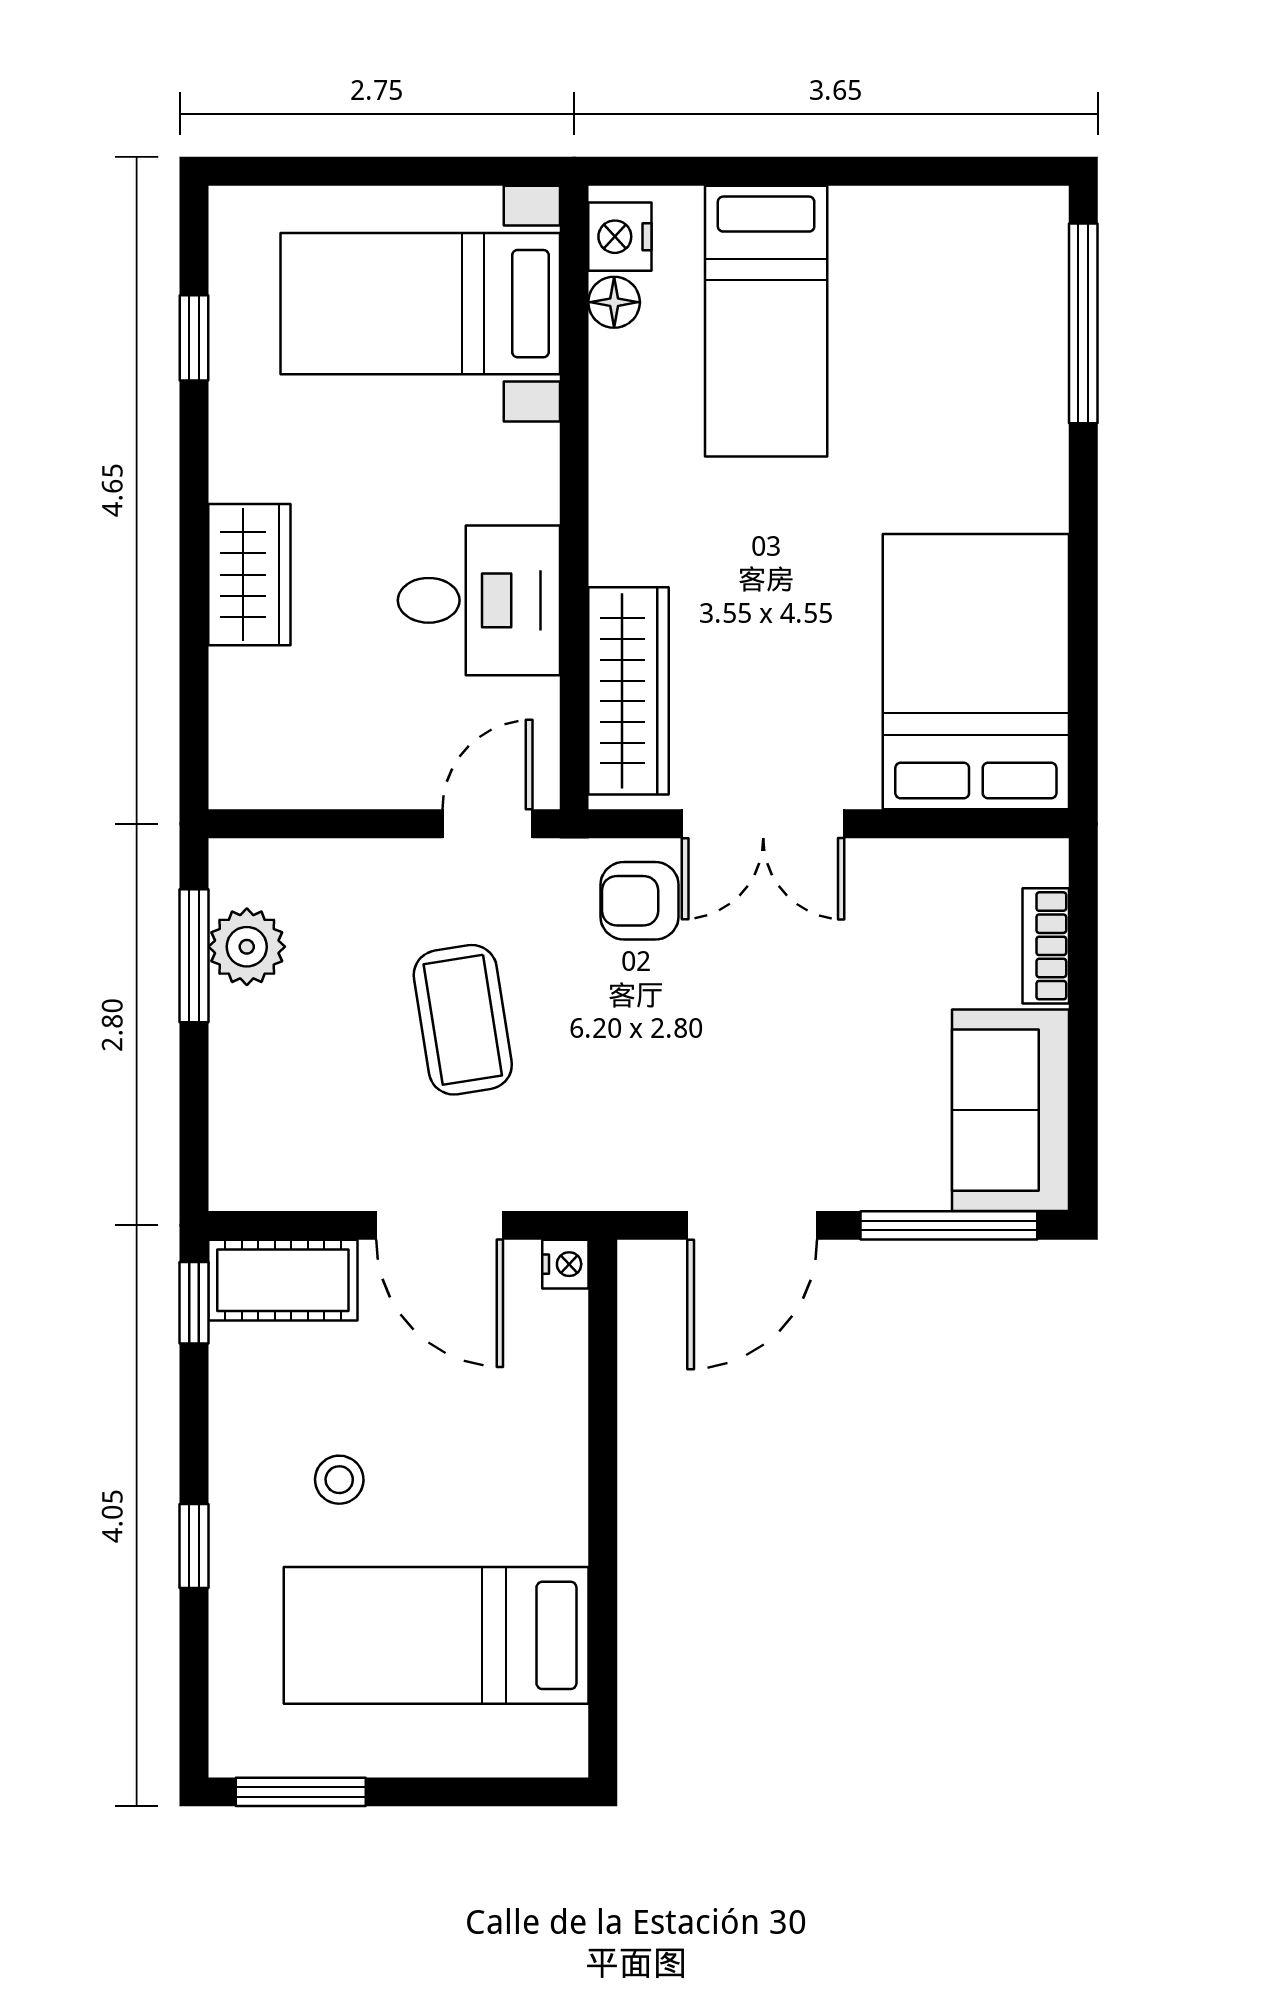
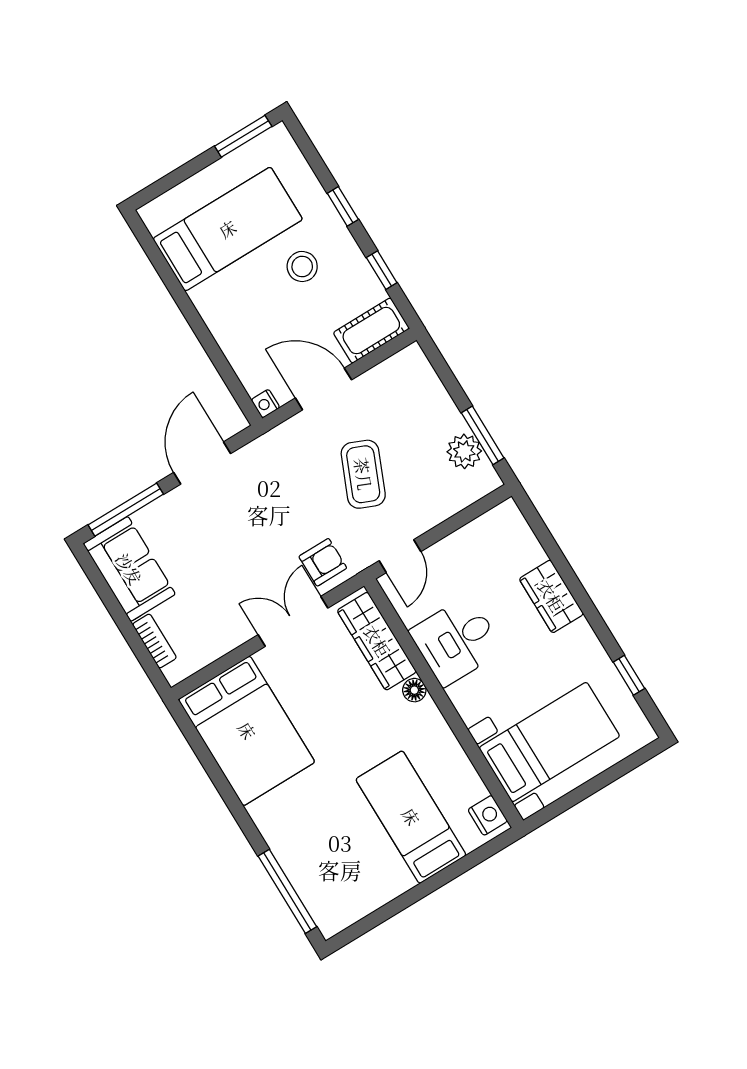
floor lamp: (614, 302) -> (414, 690), moved
coffee table: (463, 1020) -> (363, 474), turned 32
window: (194, 1303) -> (382, 270), moved
stool: (339, 1480) -> (302, 266), width x1.37, depth x1.37

